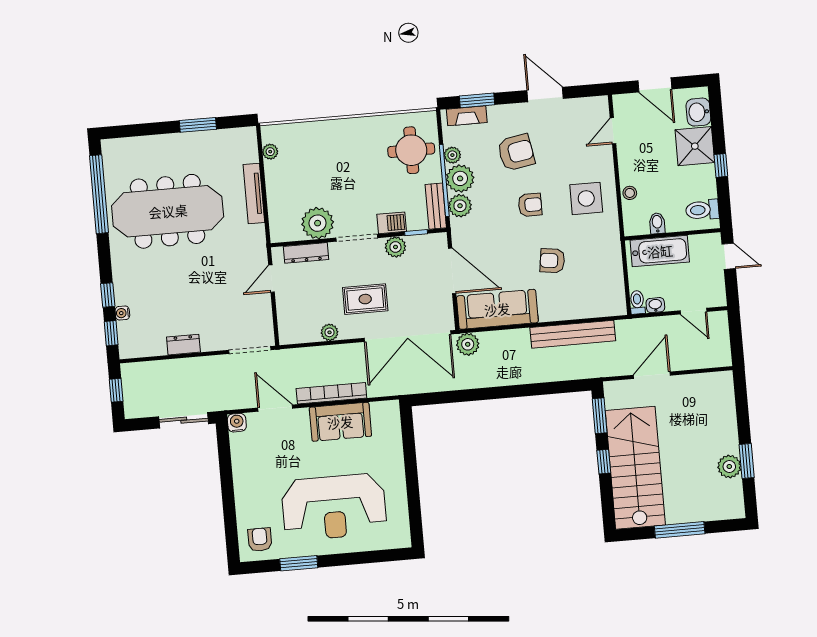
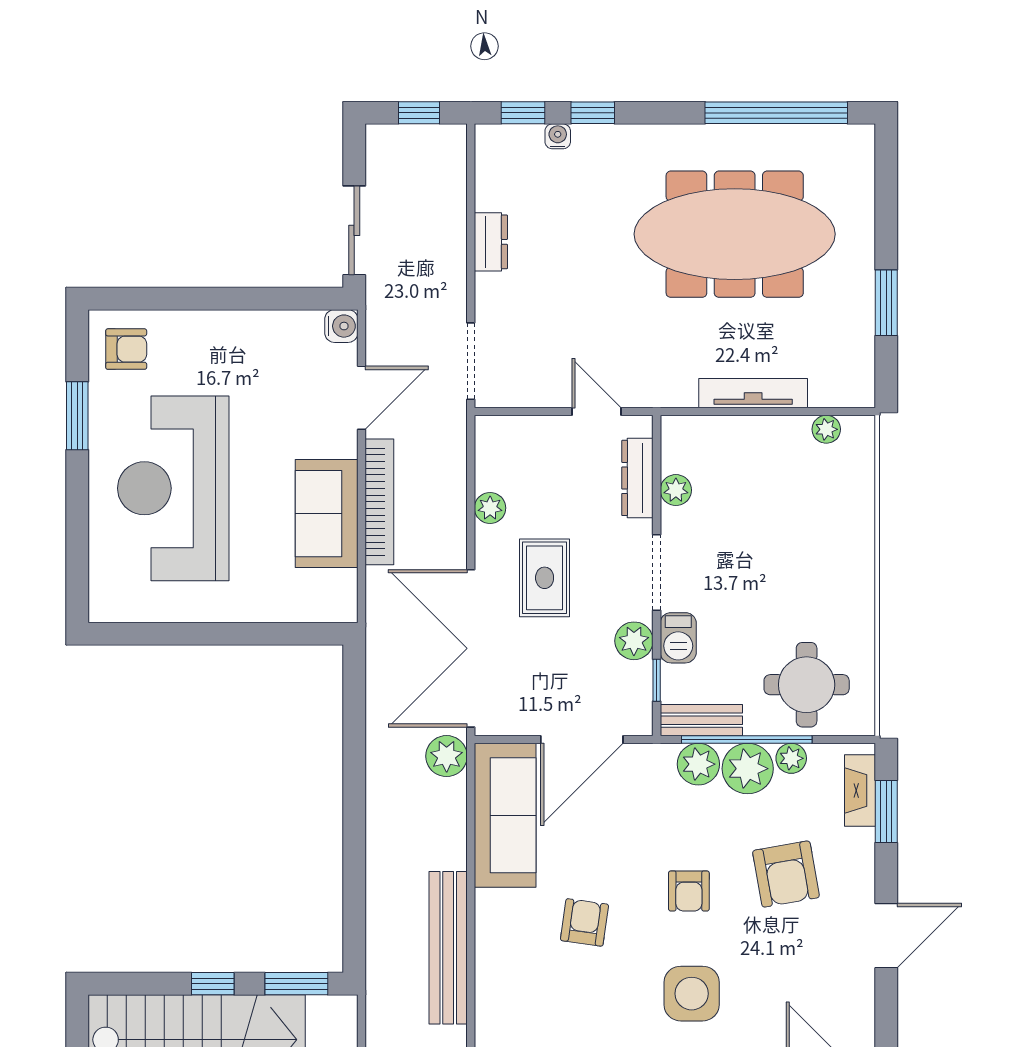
meeting table: (168, 211) -> (735, 234), turned 90
plant: (318, 223) -> (676, 490), width x0.53, depth x0.53

